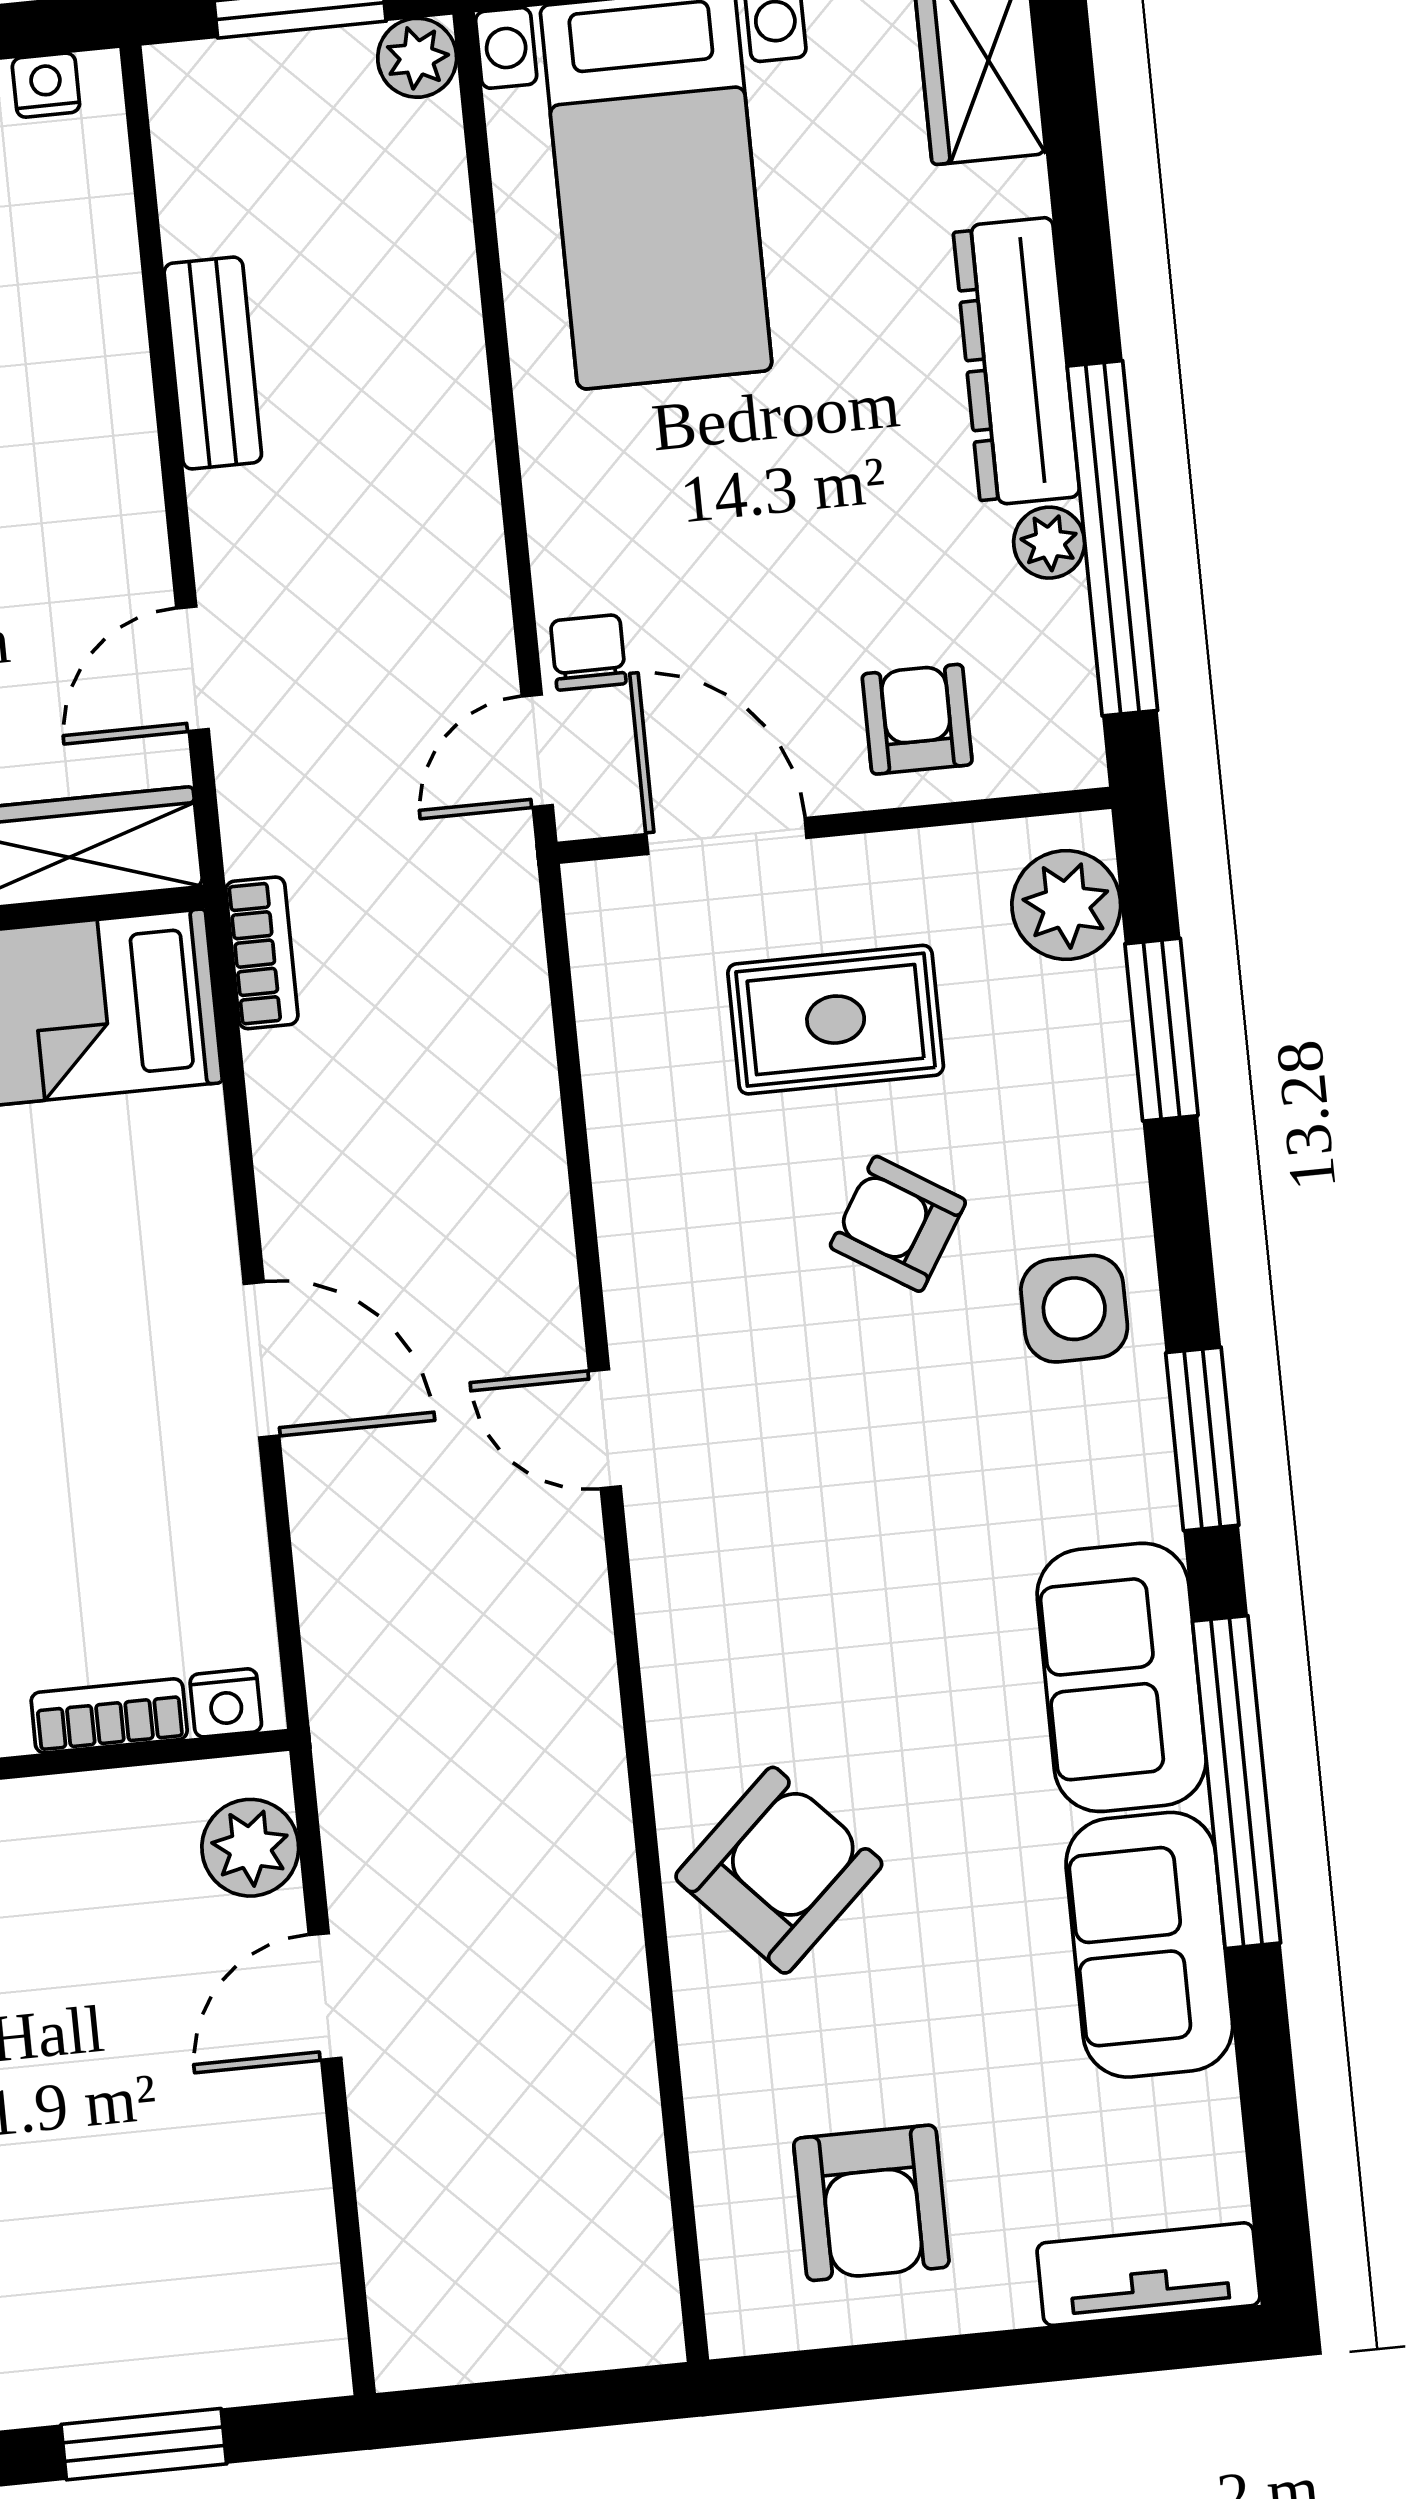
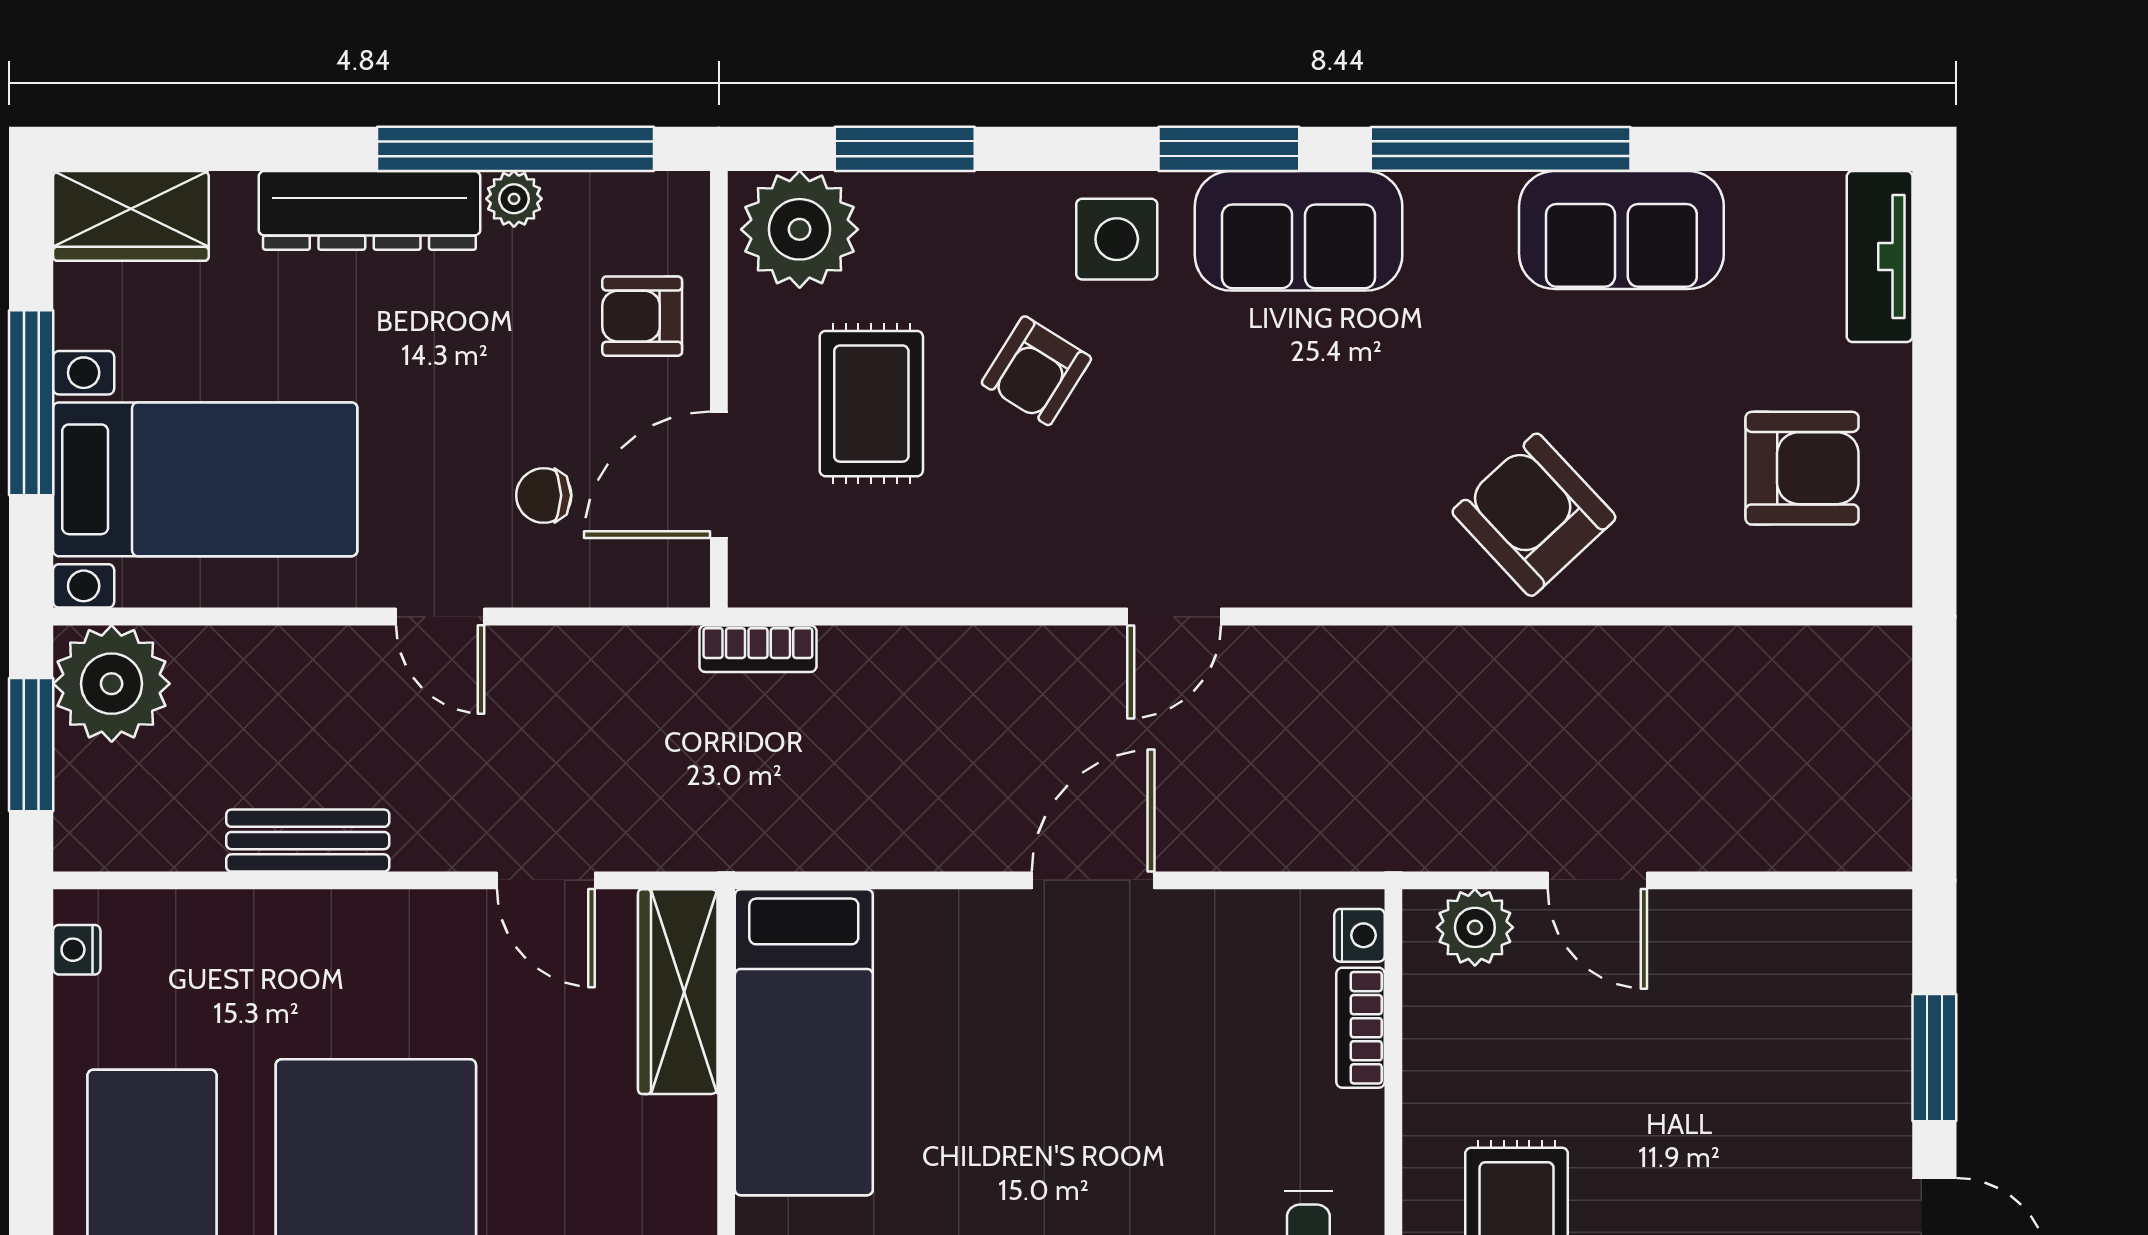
plant: (417, 58) -> (112, 684), width x1.88, depth x1.88
chair: (588, 652) -> (544, 495), moved
door: (537, 751) -> (440, 617), moved
plant: (1066, 905) -> (800, 229), width x1.36, depth x1.36
bookcase: (262, 953) -> (758, 649), moved, turned 180
sofa: (1122, 1677) -> (1299, 231), moved

